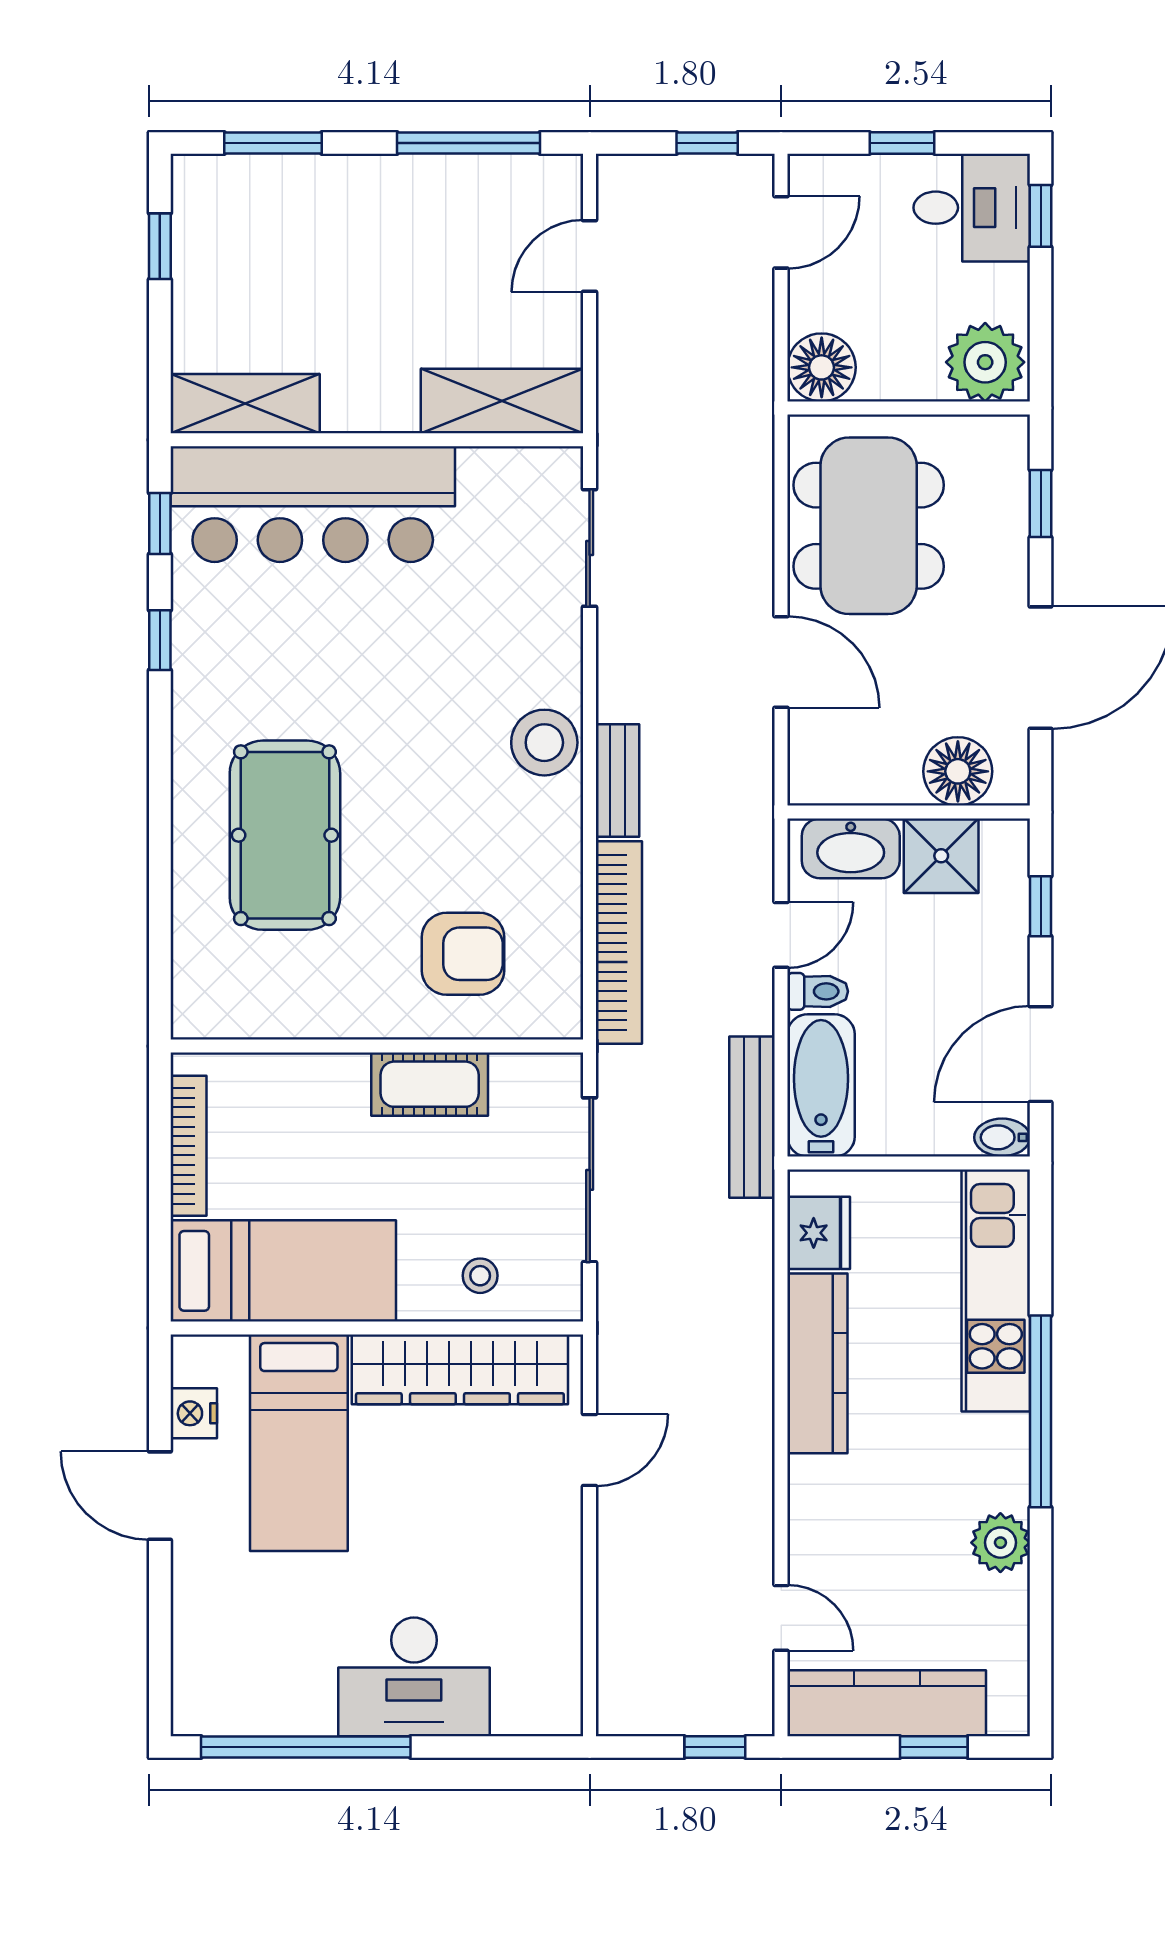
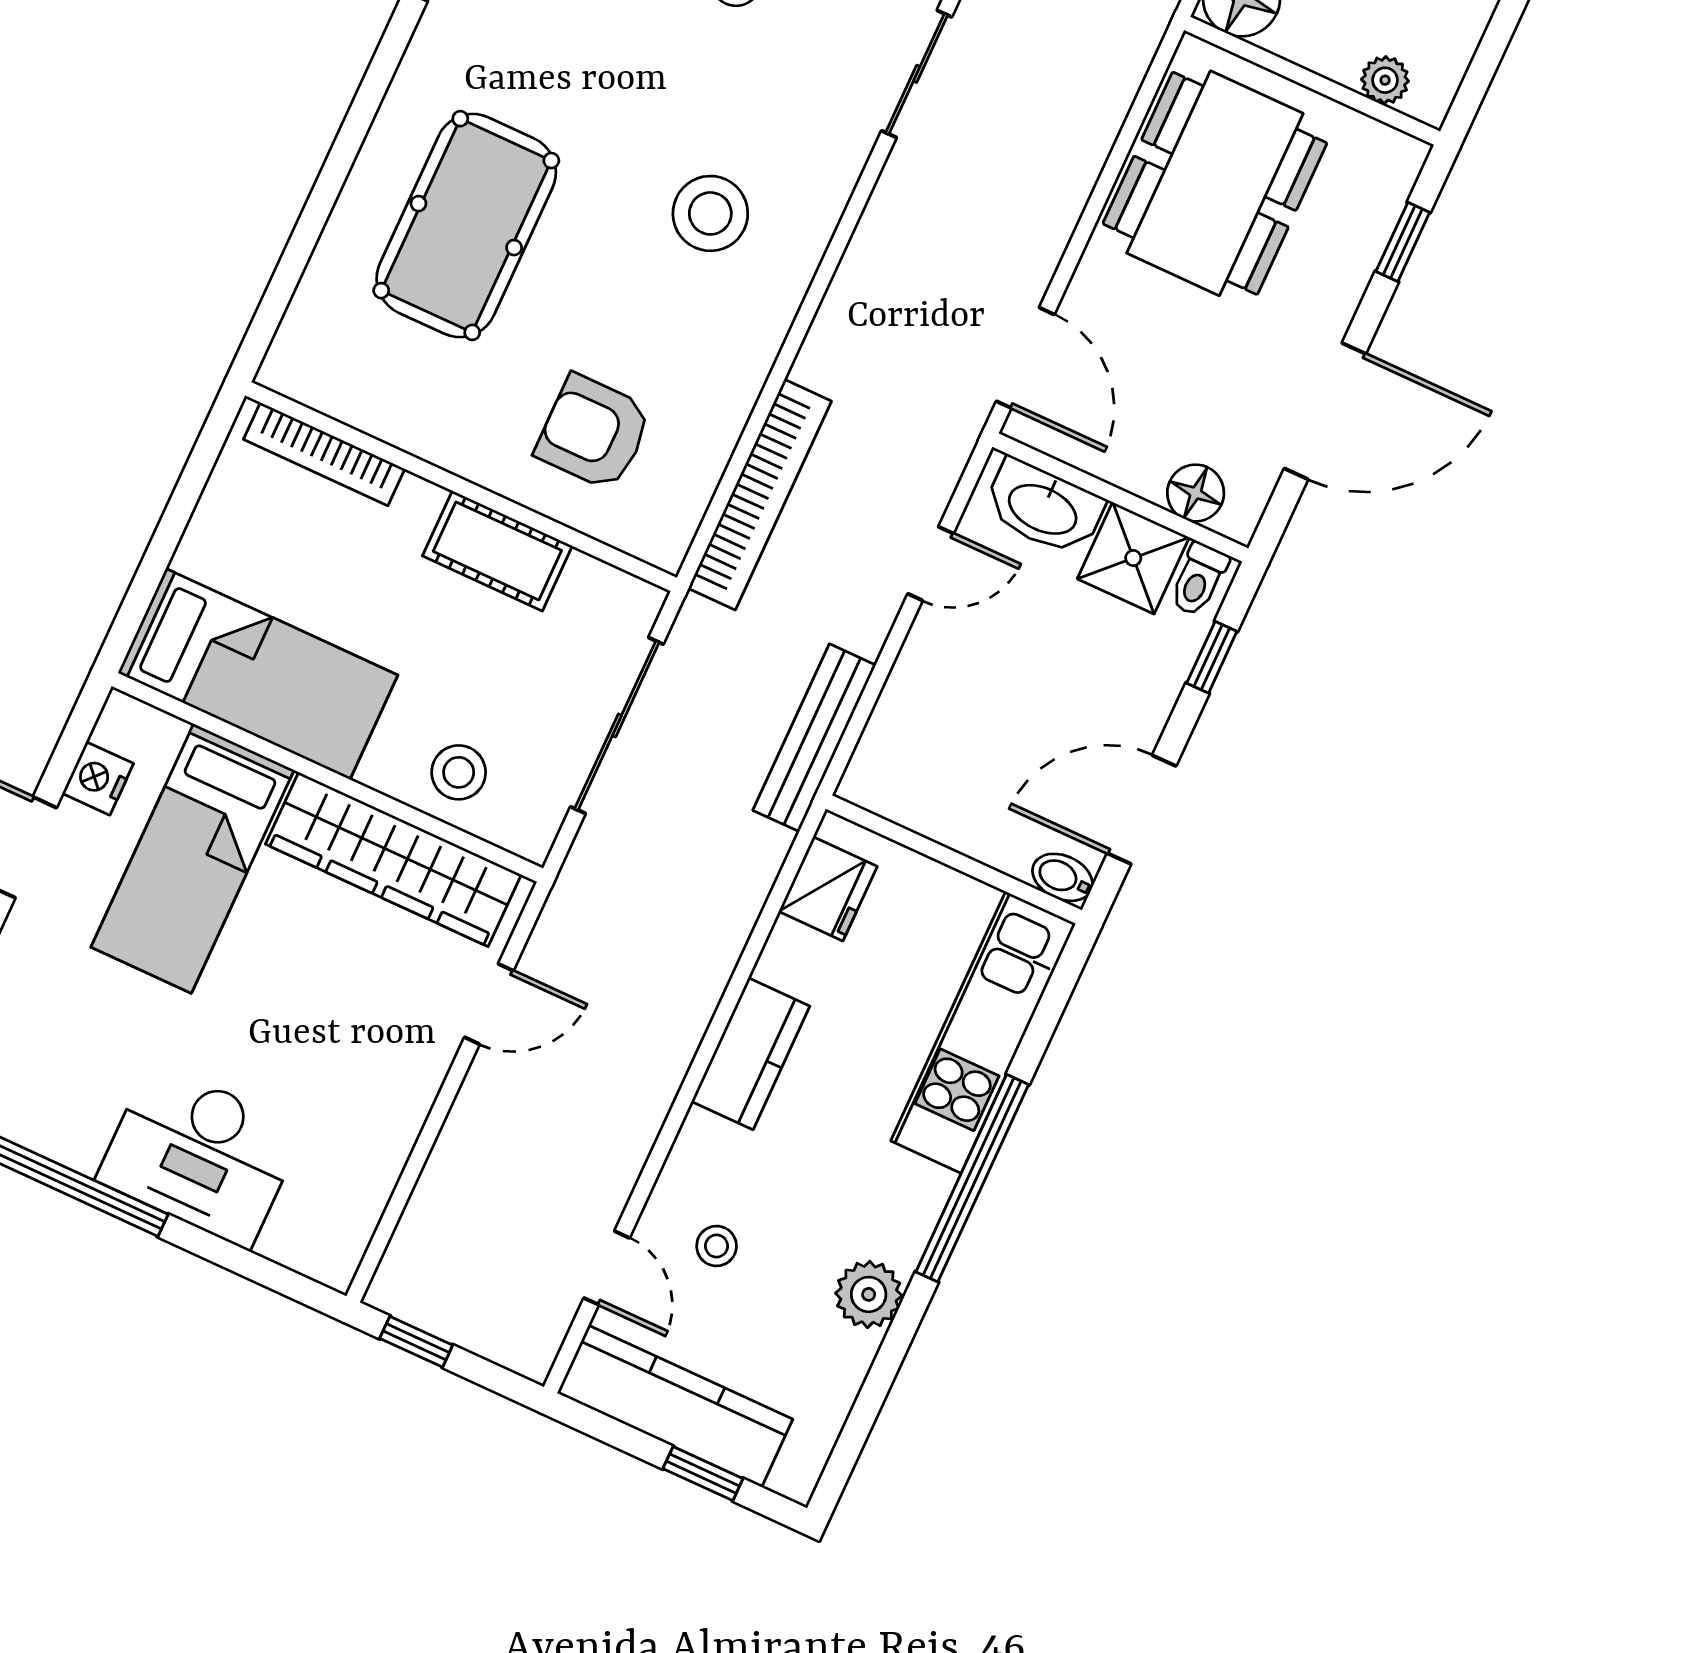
plant: (985, 362) -> (1385, 80), width x0.53, depth x0.53
door: (781, 662) -> (1025, 358), moved
stool: (544, 743) -> (710, 213), moved
floor lamp: (958, 771) -> (1196, 493), width x0.73, depth x0.73
bench: (617, 781) -> (835, 327), removed
armchair: (463, 954) -> (594, 432), turned 180
toilet: (818, 991) -> (1199, 579), moved, turned 90
bathtub: (821, 1085) -> (900, 738), removed
bookcase: (188, 1146) -> (324, 454), moved, turned 90
stool: (480, 1276) -> (459, 772), width x1.37, depth x1.37
kitchen counter: (817, 1363) -> (751, 1054), width x0.67
stool: (861, 1560) -> (717, 1246), added
window: (715, 1747) -> (416, 1342), moved

